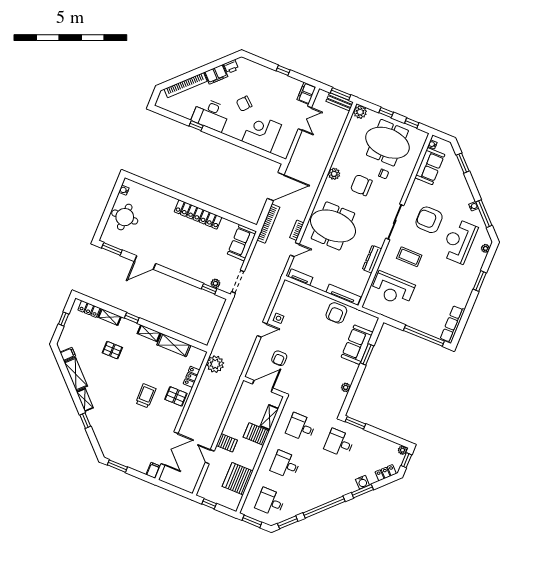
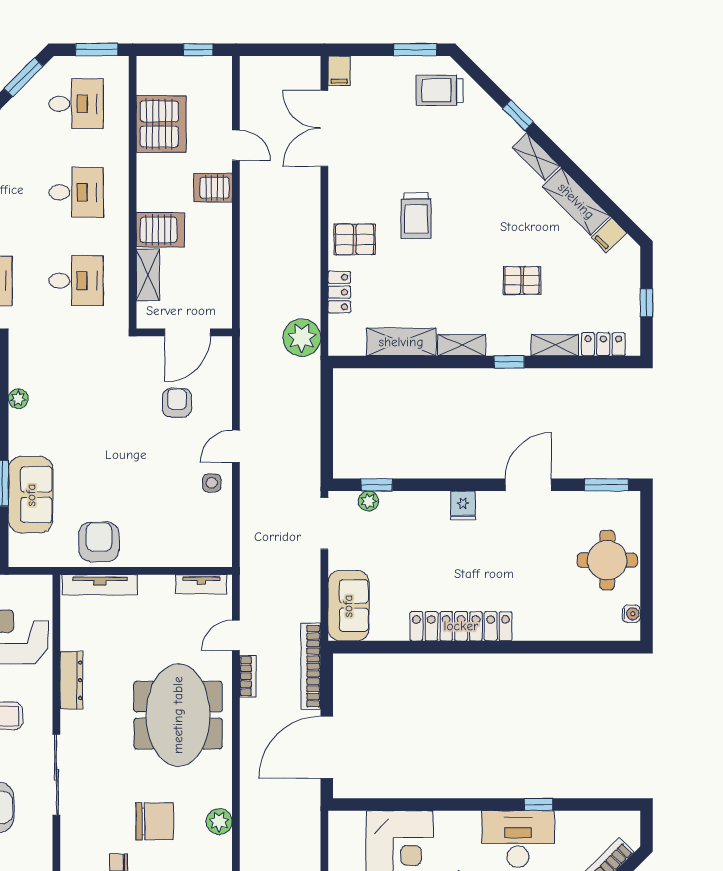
meeting table: (333, 226) -> (178, 715), turned 90
fridge: (176, 265) -> (463, 505), added
trolley: (114, 445) -> (440, 90), added

